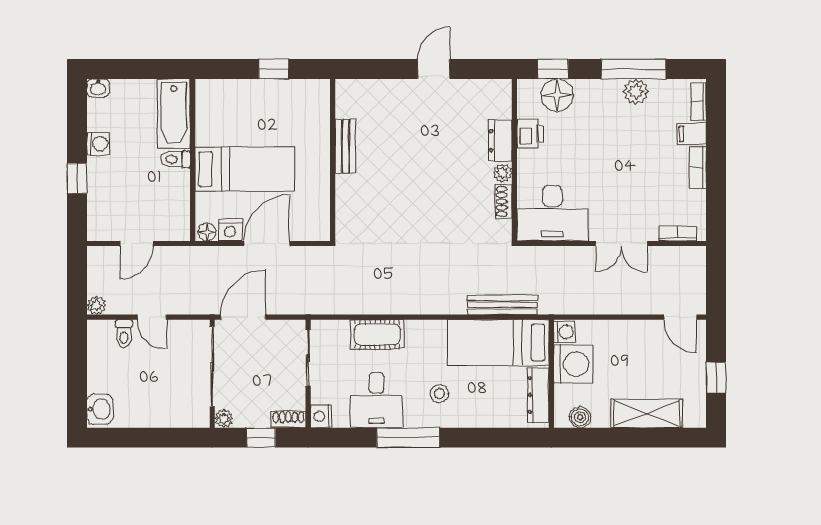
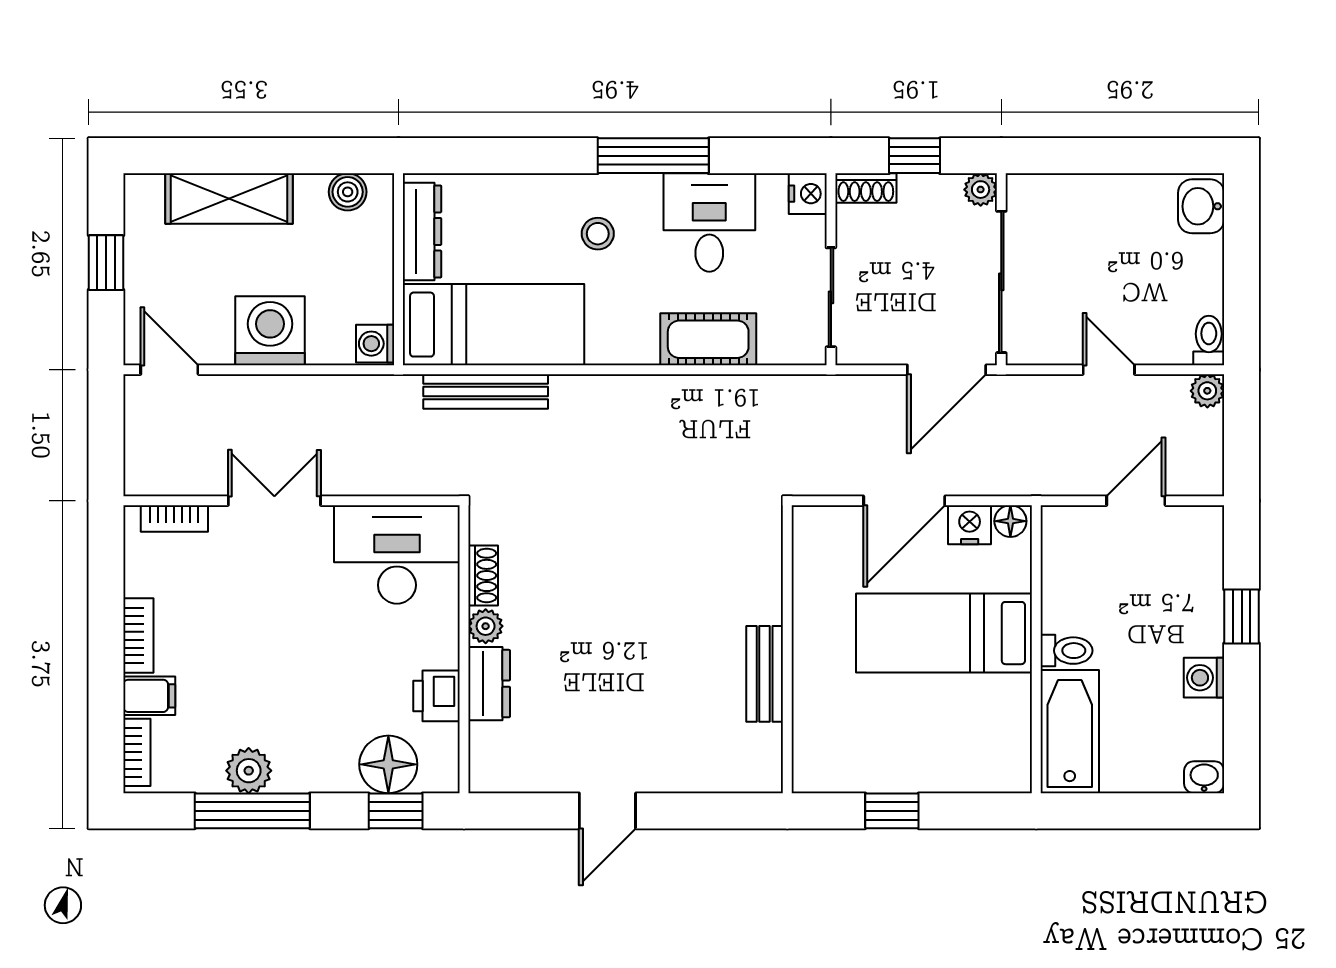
toilet: (124, 334) -> (1209, 340), moved
washing machine: (573, 364) -> (270, 331), moved, turned 90

